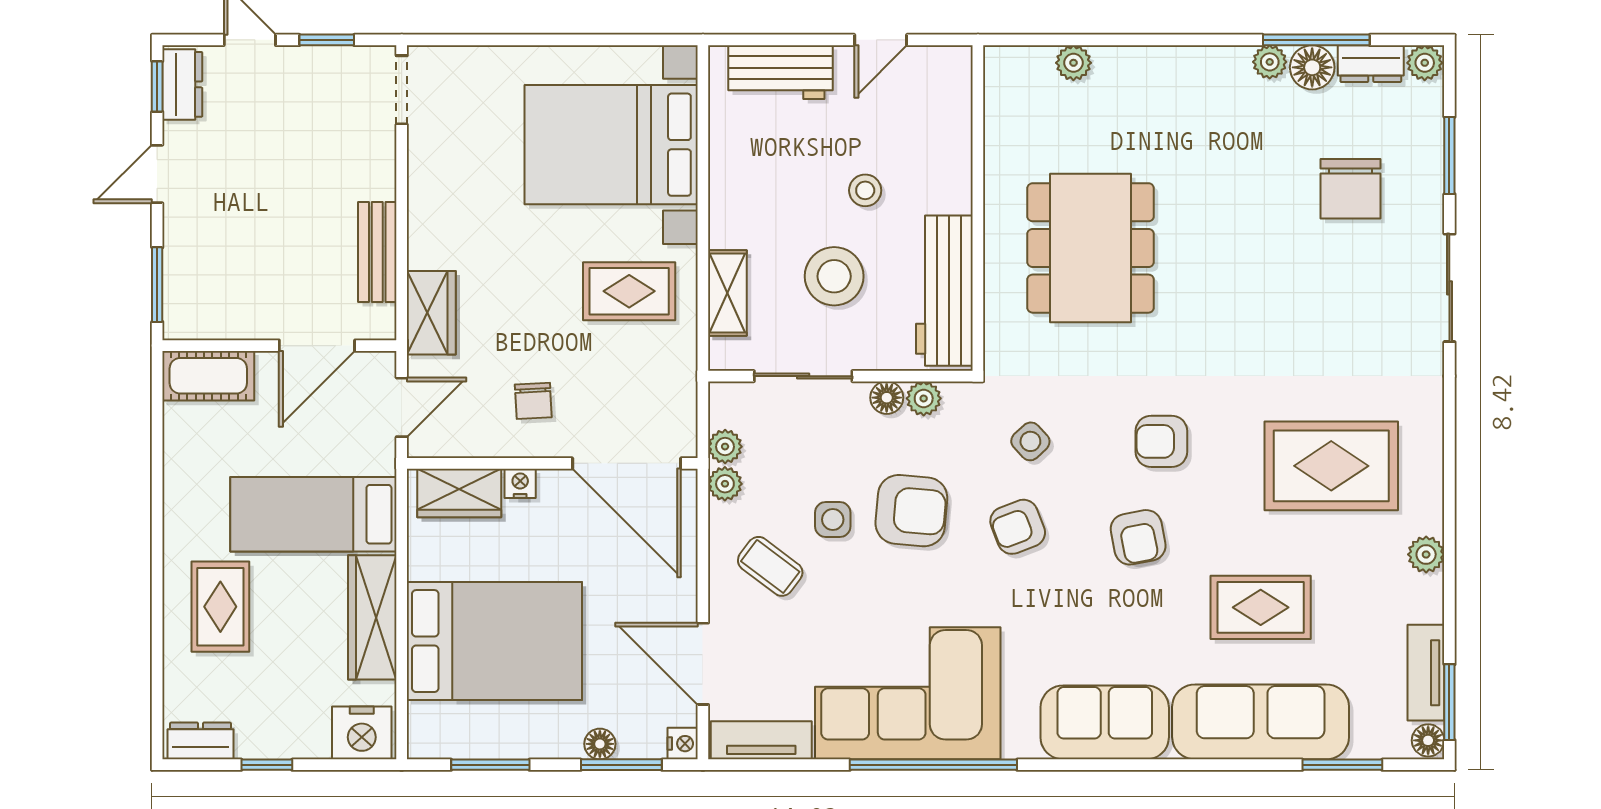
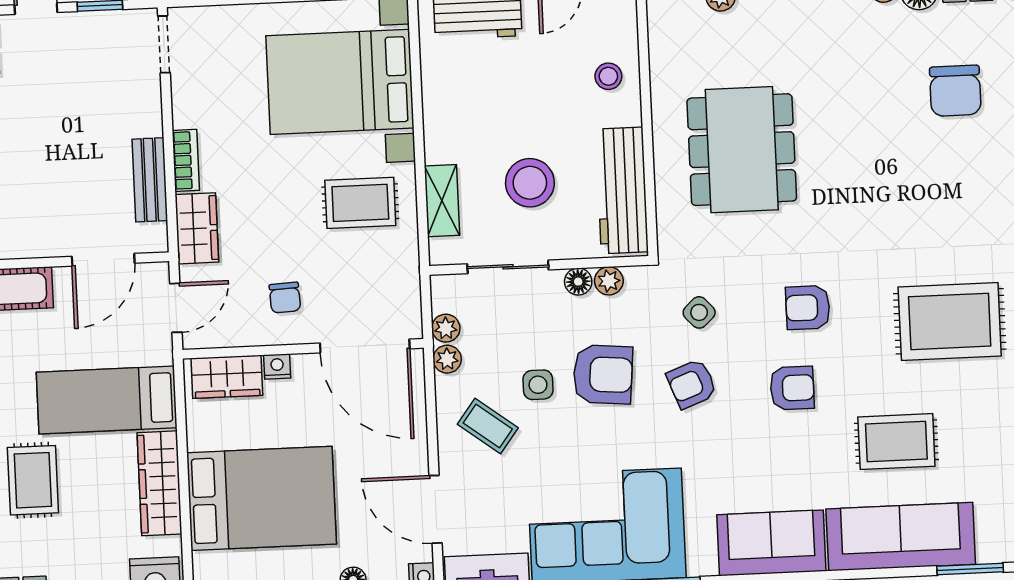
stool: (865, 190) -> (608, 76), moved
bookcase: (422, 231) -> (186, 160), added
armchair: (1138, 537) -> (792, 388), turned -79

